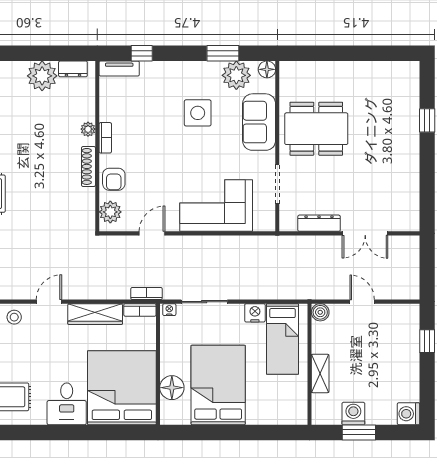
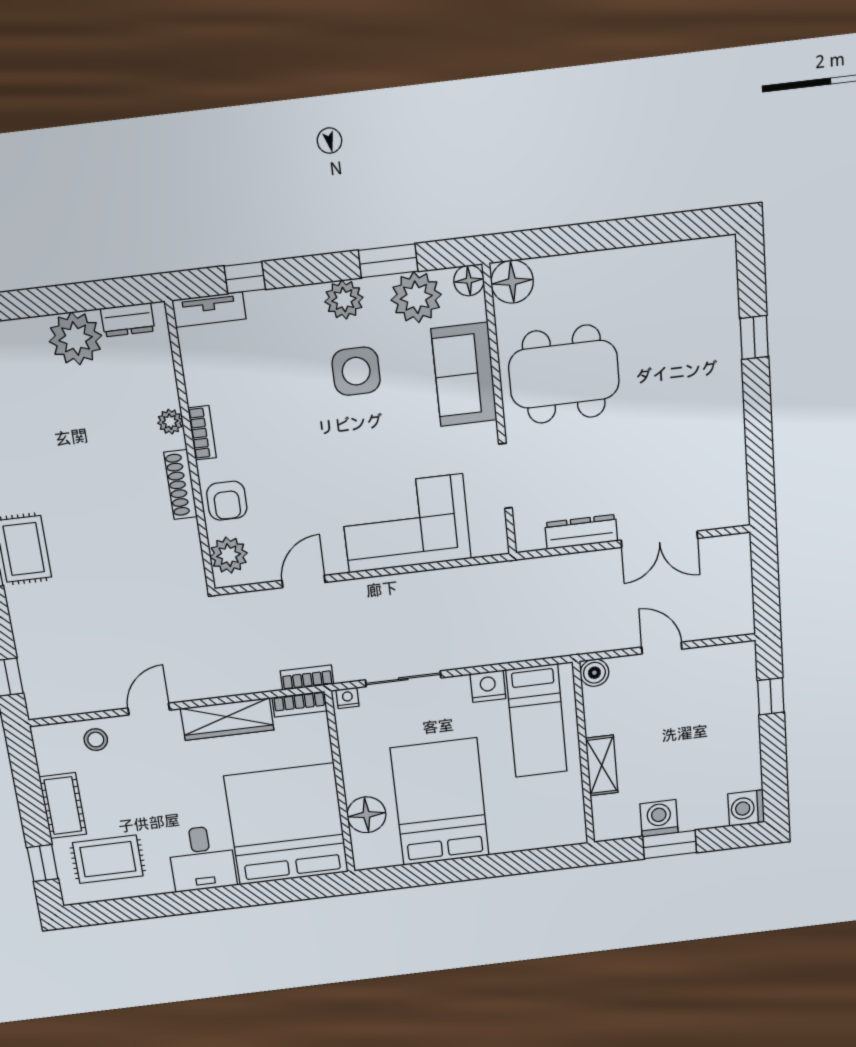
plant: (196, 72) -> (344, 300), added
floor lamp: (291, 73) -> (512, 282), added

